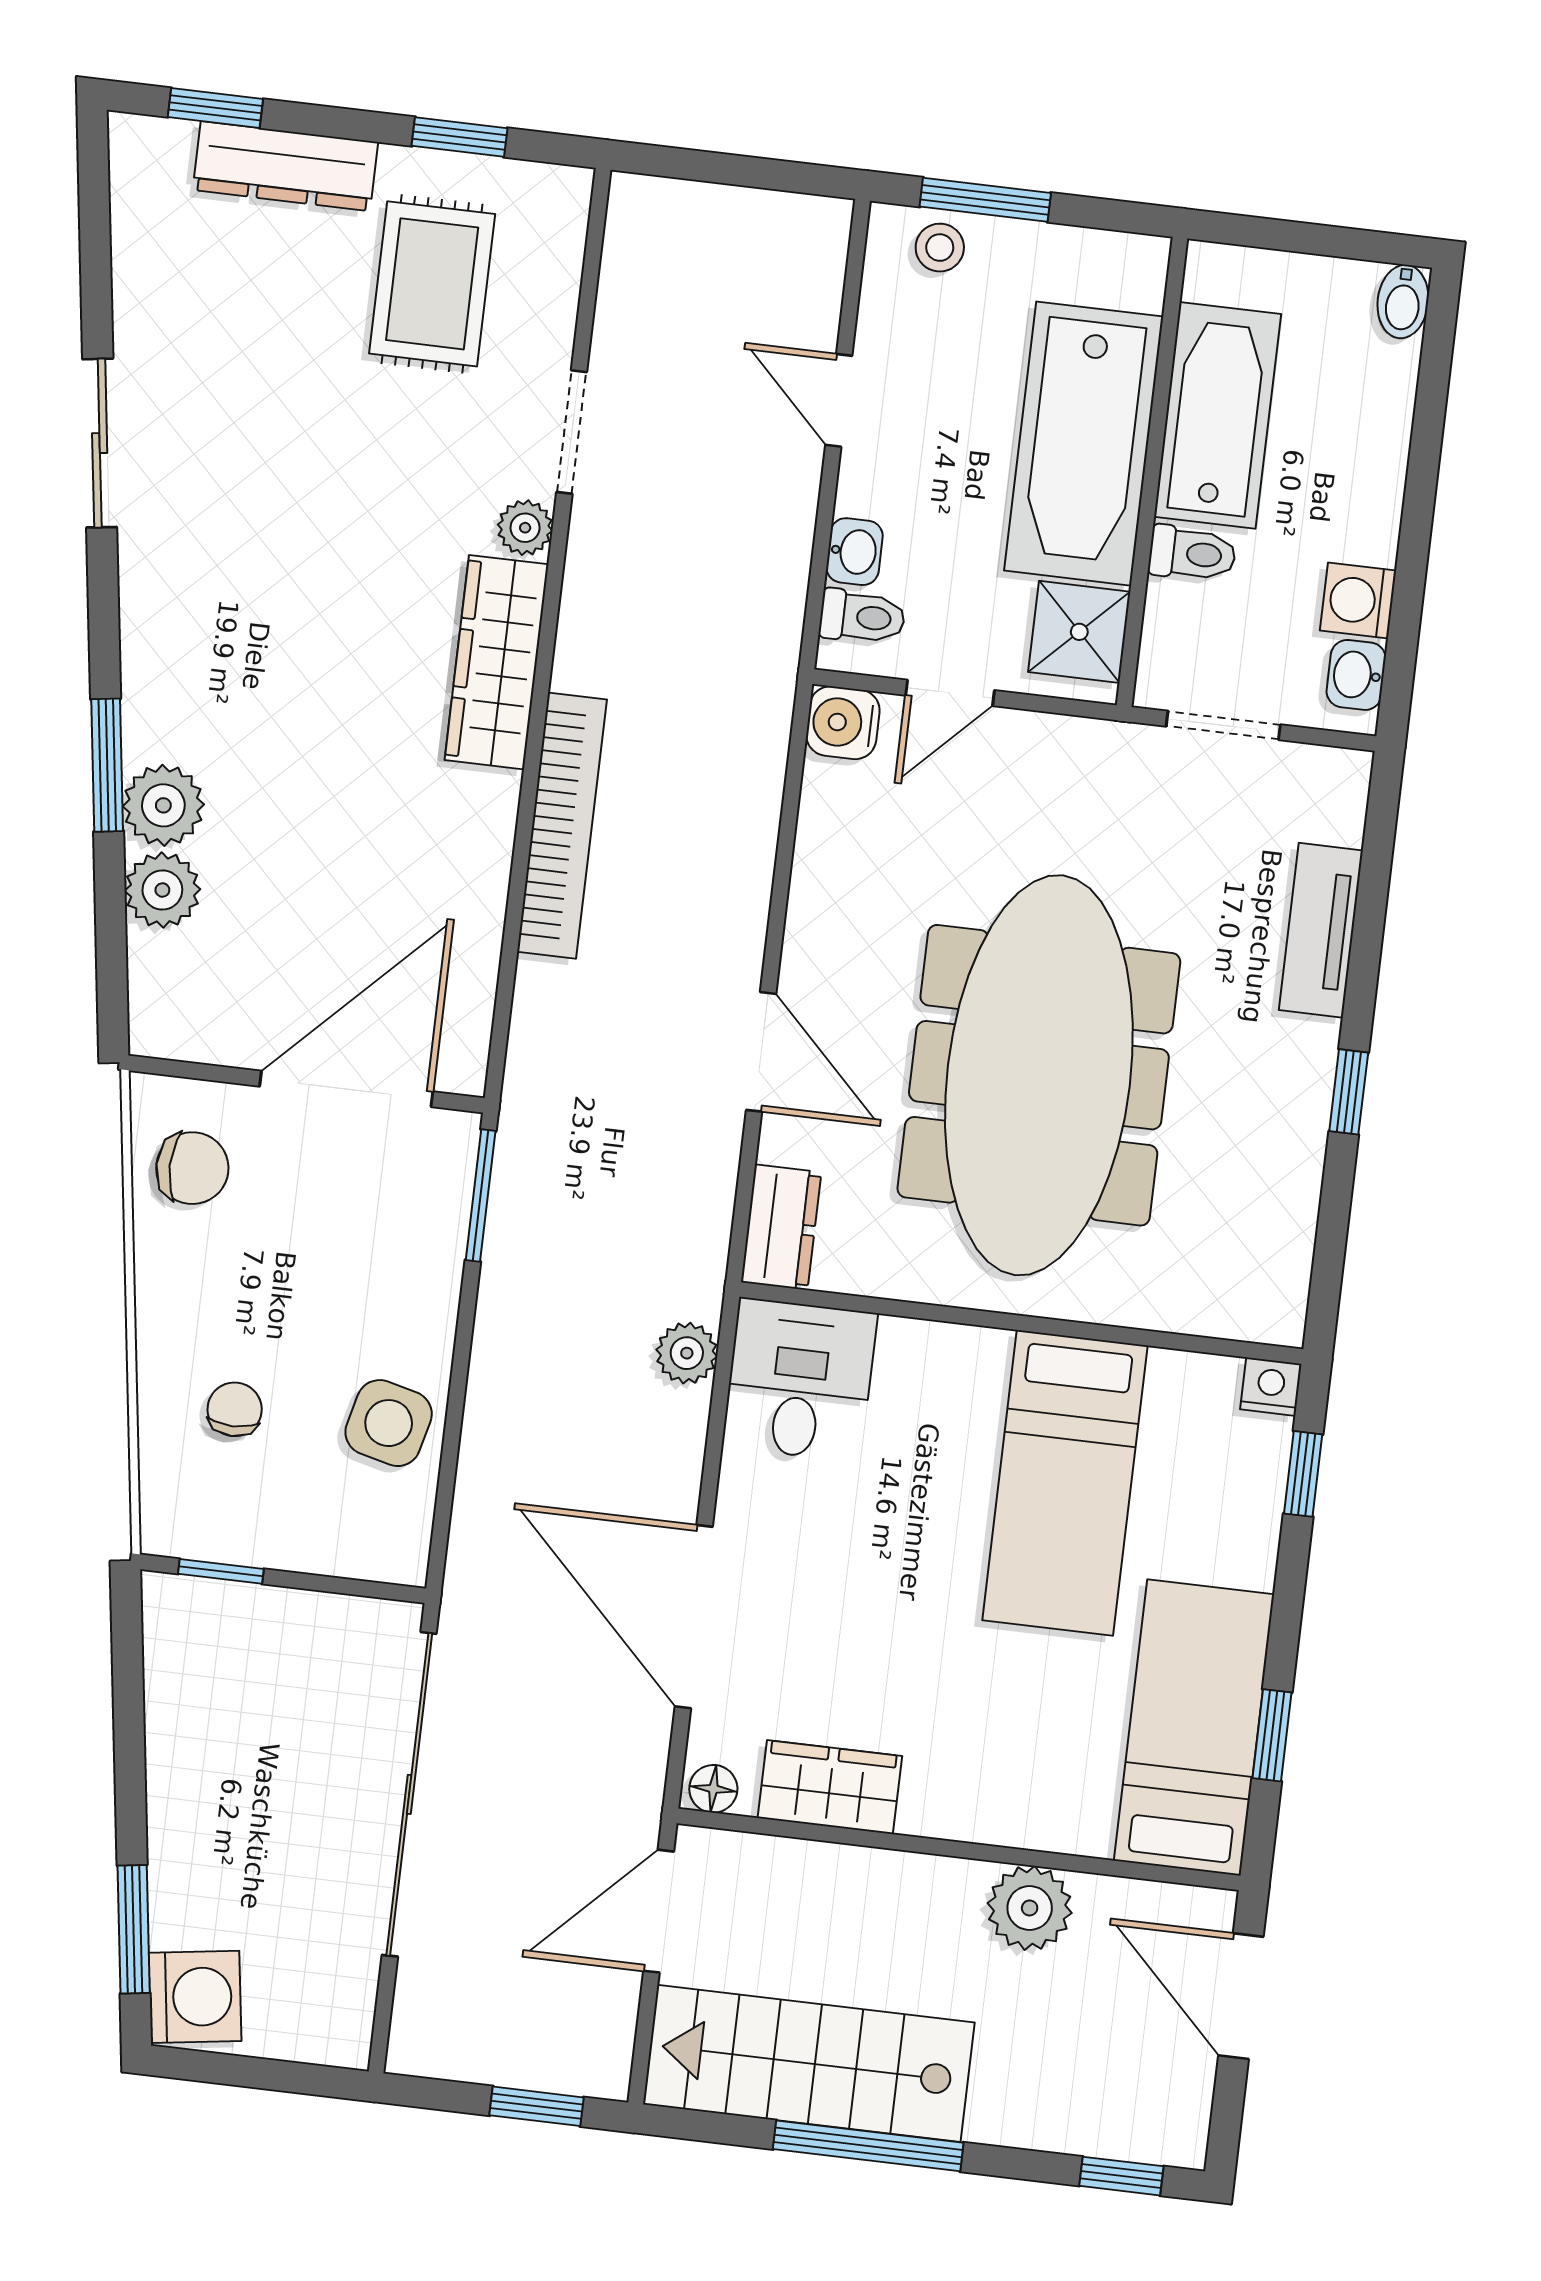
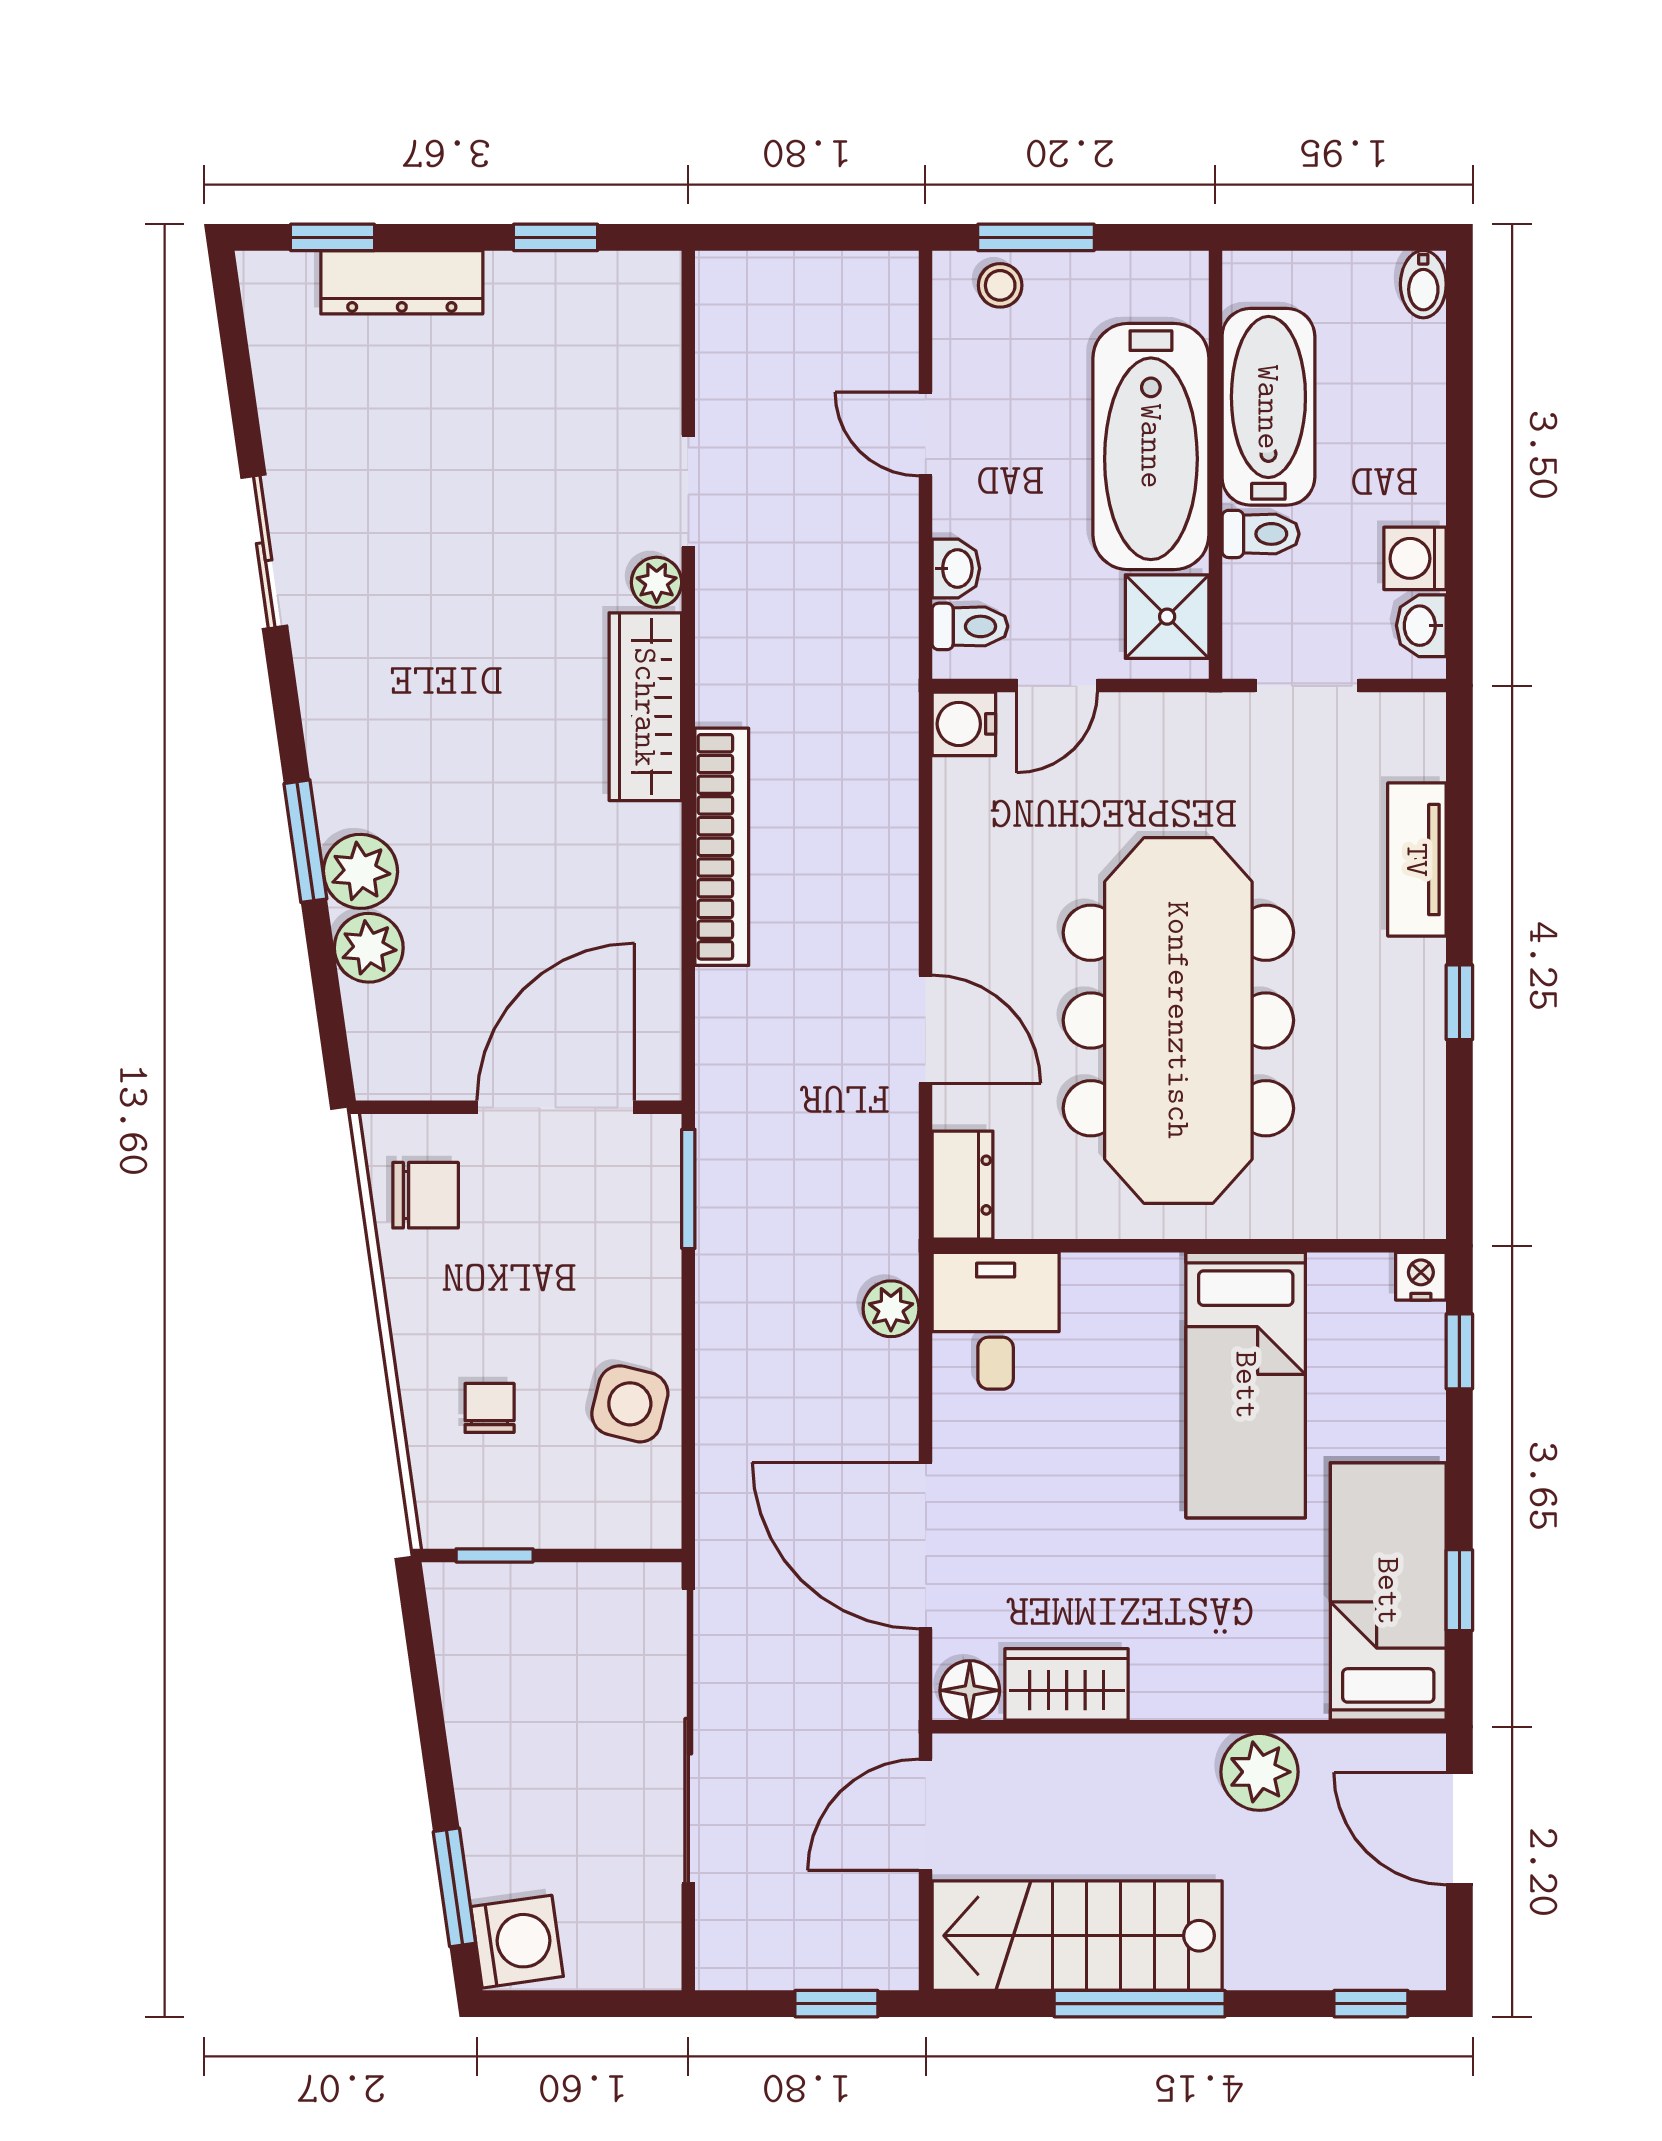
rug: (432, 284) -> (547, 373), removed
floor lamp: (713, 1789) -> (970, 1690), width x1.37, depth x1.37

